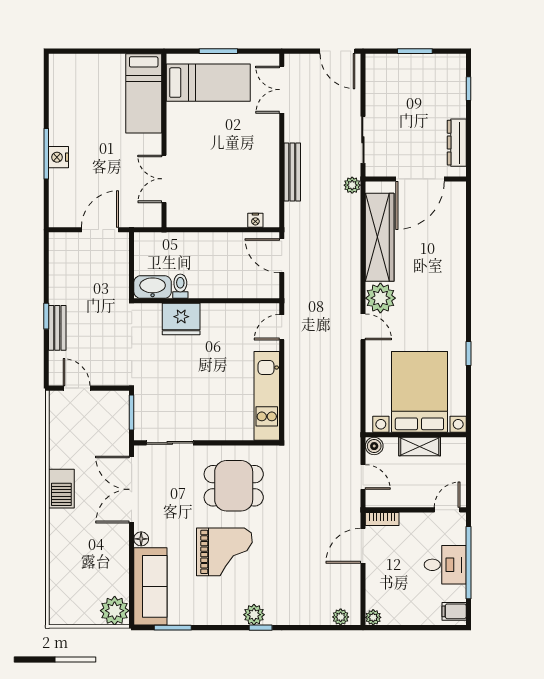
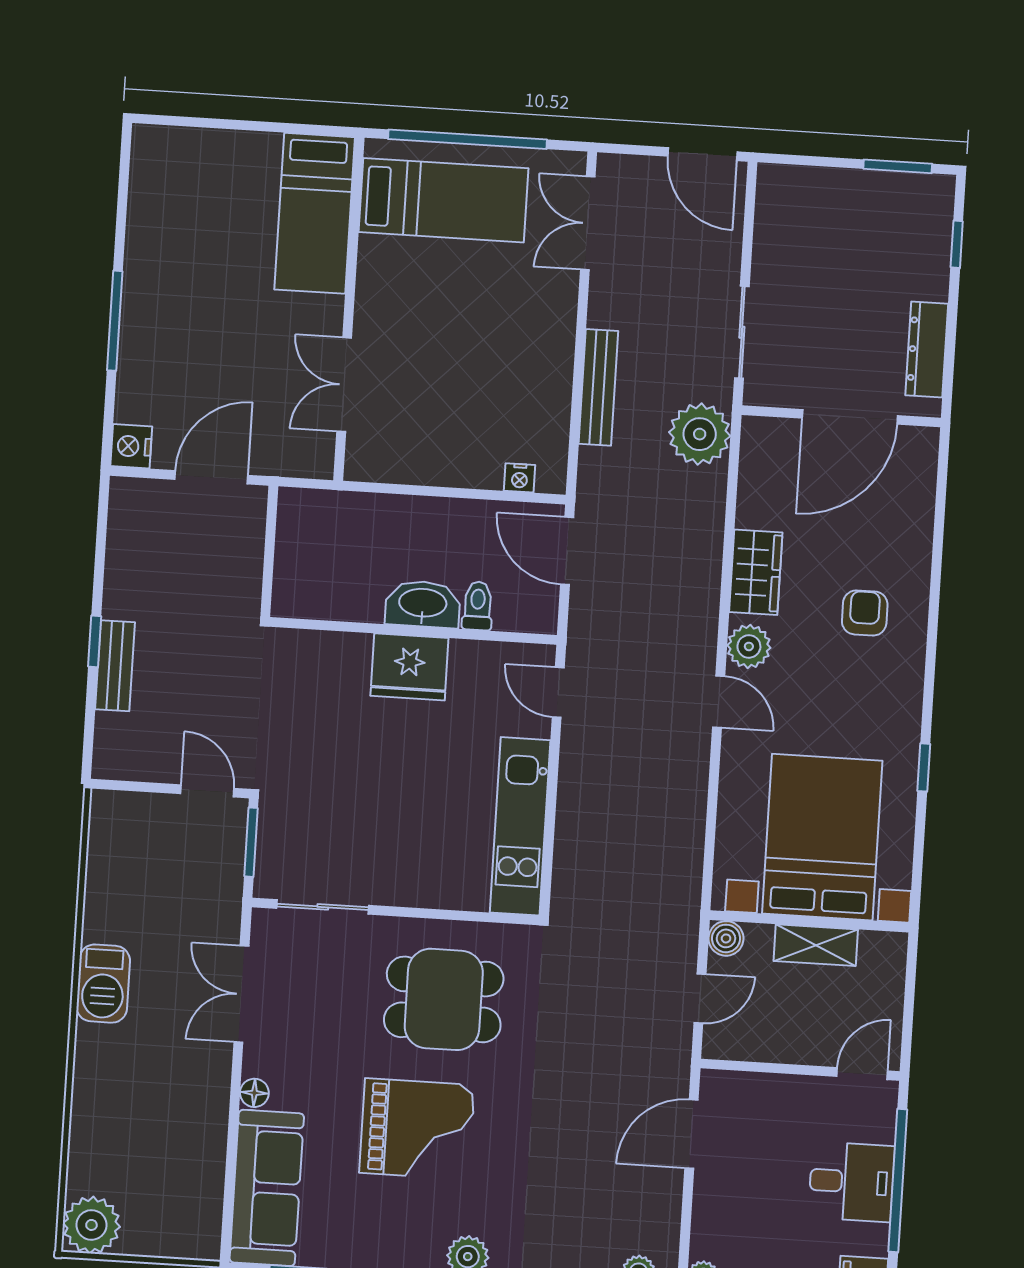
window: (218, 51) -> (467, 139), width x2.11
window: (415, 51) -> (898, 166), moved
nightstand: (59, 157) -> (131, 446), moved
plant: (352, 185) -> (700, 434), width x1.88, depth x1.88
wardrobe: (380, 237) -> (756, 572), width x0.48, depth x0.85
armchair: (434, 277) -> (865, 613), added
toilet: (180, 286) -> (478, 606), moved
washbasin: (153, 287) -> (423, 604), moved
plant: (380, 298) -> (749, 646), width x0.73, depth x0.73
fridge: (181, 319) -> (409, 667), moved
door: (282, 327) -> (558, 692), hinge flipped
door: (77, 388) -> (207, 791), moved
door: (363, 477) -> (700, 998), hinge flipped
double door: (132, 489) -> (241, 994), width x0.73
bookcase: (382, 519) -> (733, 1084), removed
plant: (115, 611) -> (91, 1225), moved

